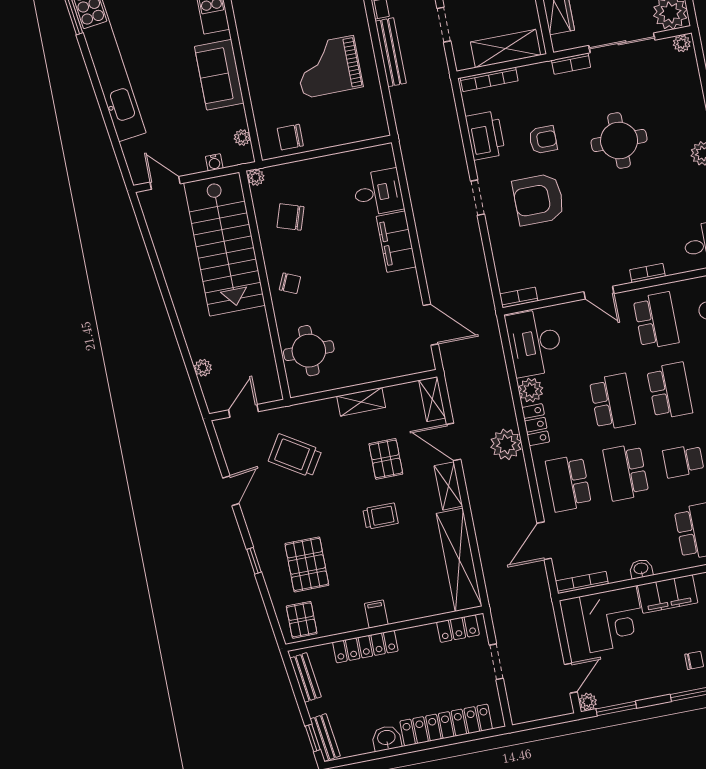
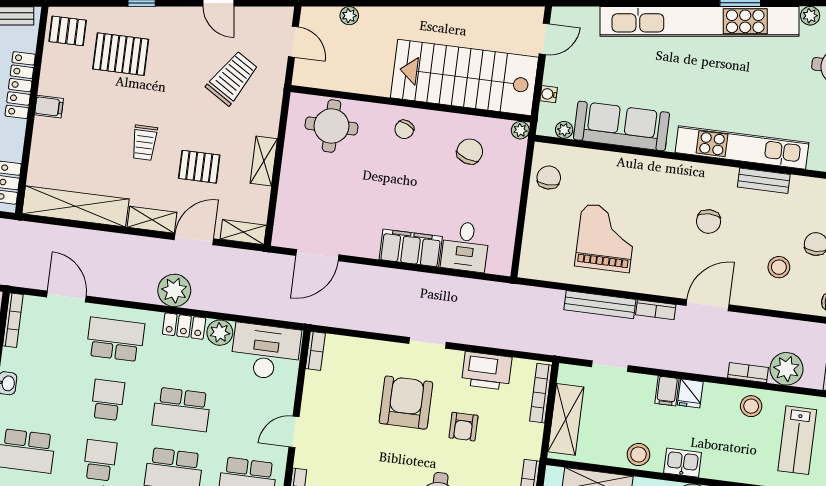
sofa: (219, 75) -> (622, 126), width x1.36
school desk: (626, 472) -> (108, 400), width x0.54

